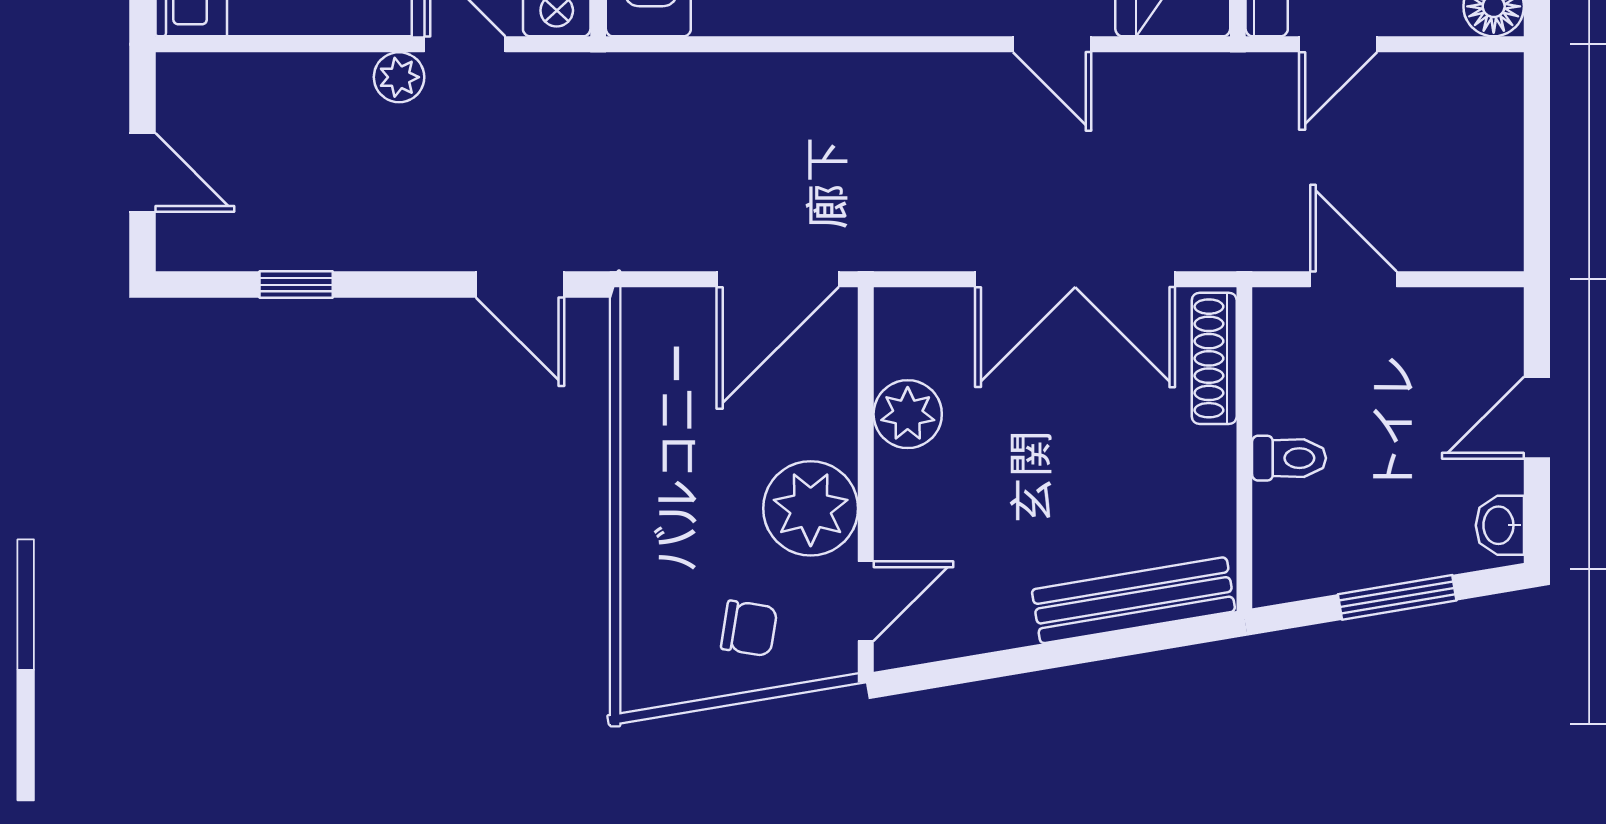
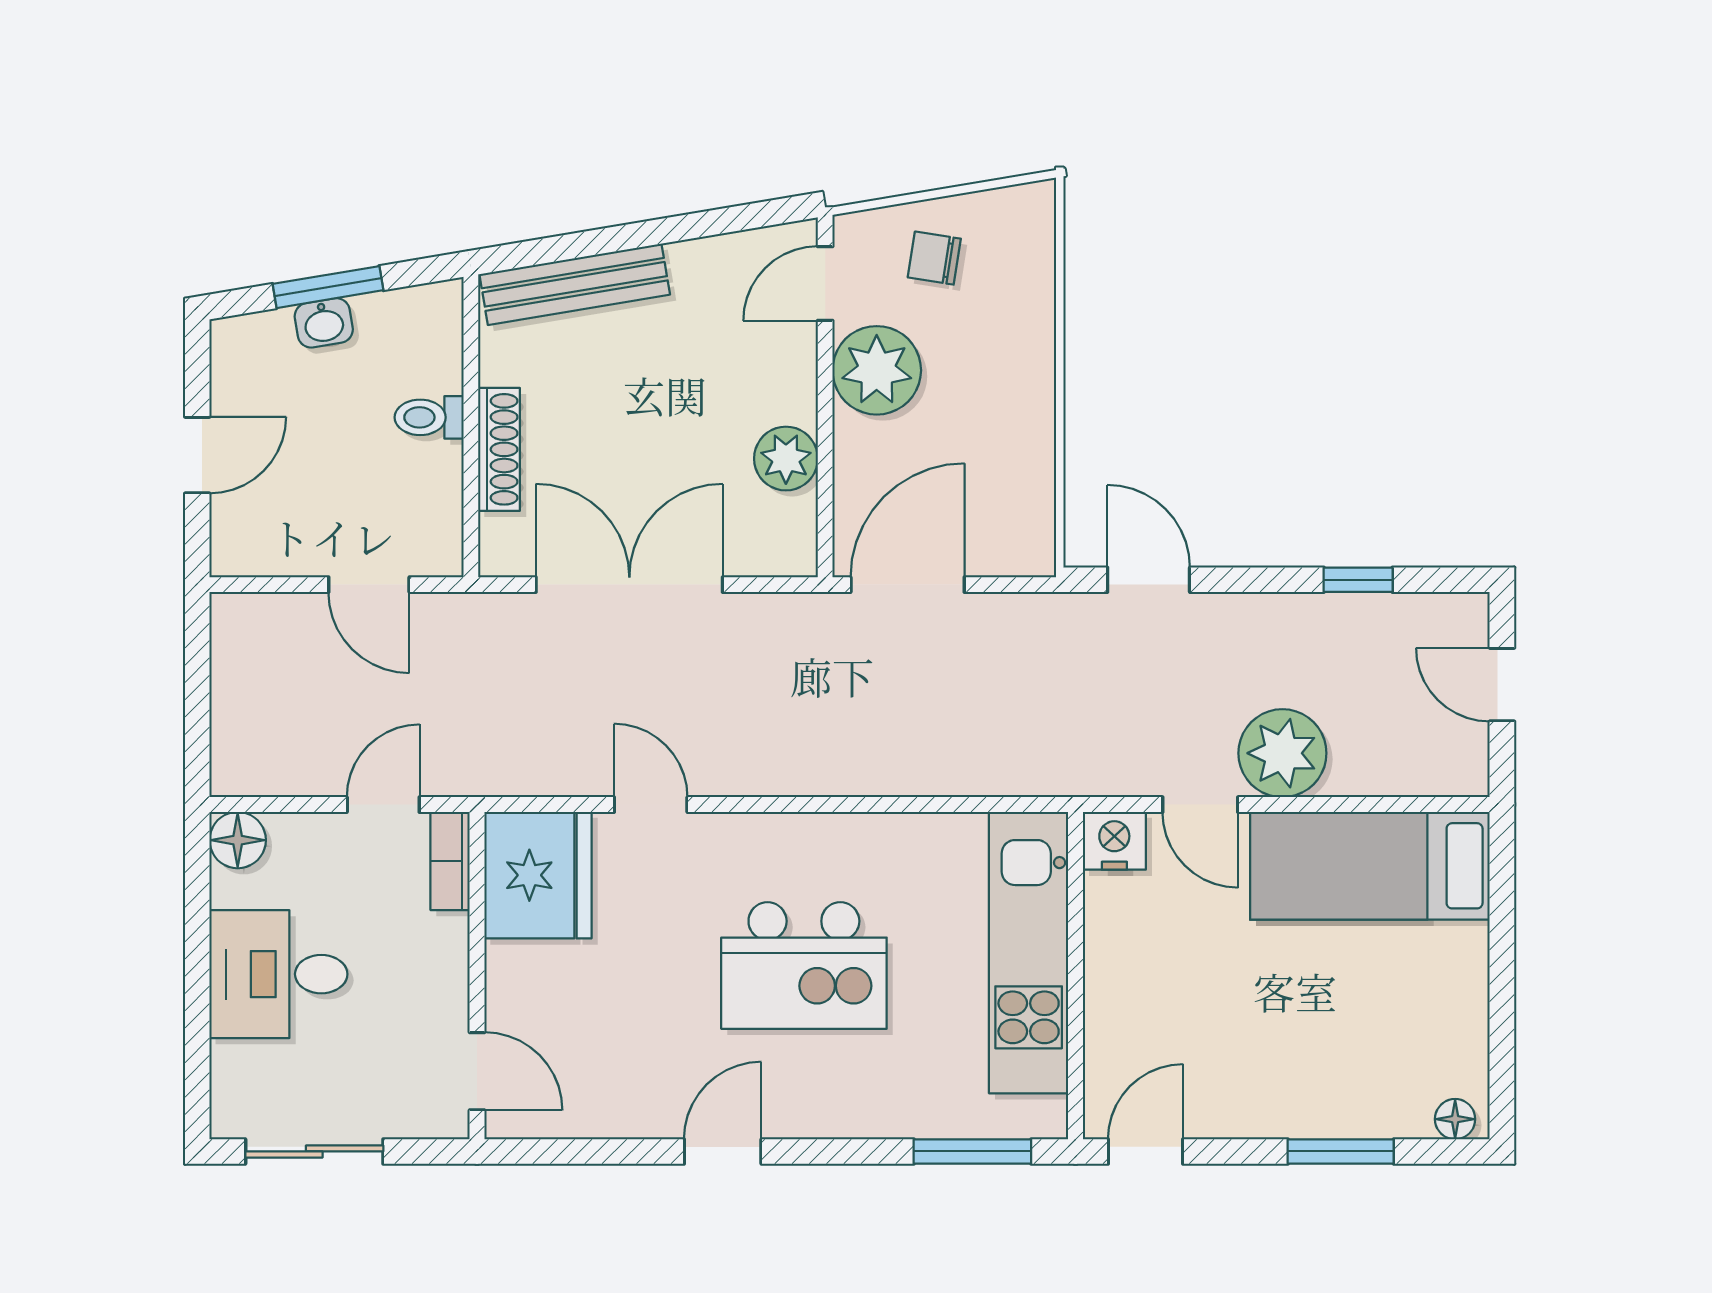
plant: (399, 77) -> (1282, 753), width x1.87, depth x1.87
shoe rack: (1214, 358) -> (499, 449), moved
washbasin: (1500, 525) -> (324, 323), moved, turned 80

